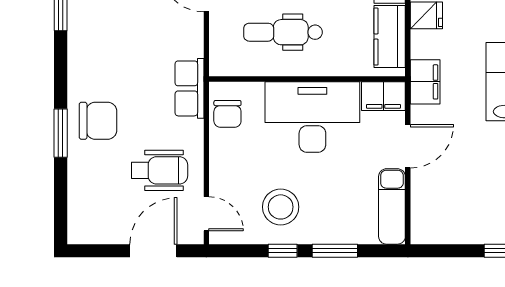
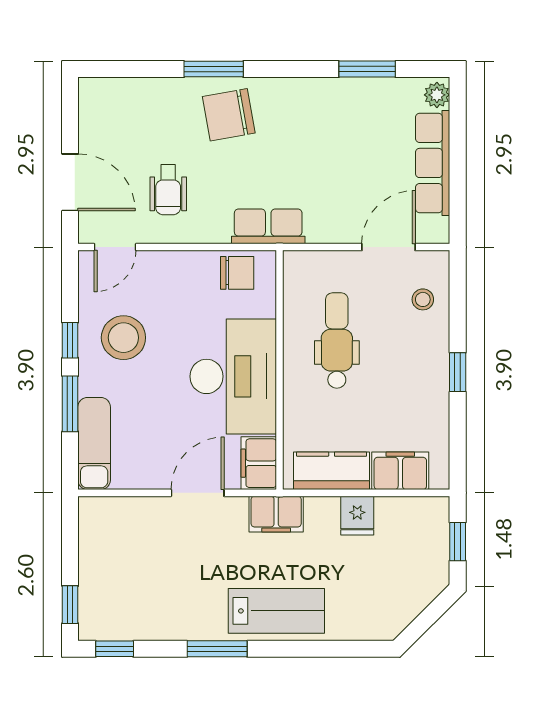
chair: (227, 114) -> (237, 273), turned 180
chair: (98, 121) -> (229, 115), turned 80
door: (408, 146) -> (198, 493), swing flipped
wheelchair: (159, 170) -> (168, 190), width x0.73, depth x0.73
exam couch: (392, 206) -> (94, 444), moved, turned 90

